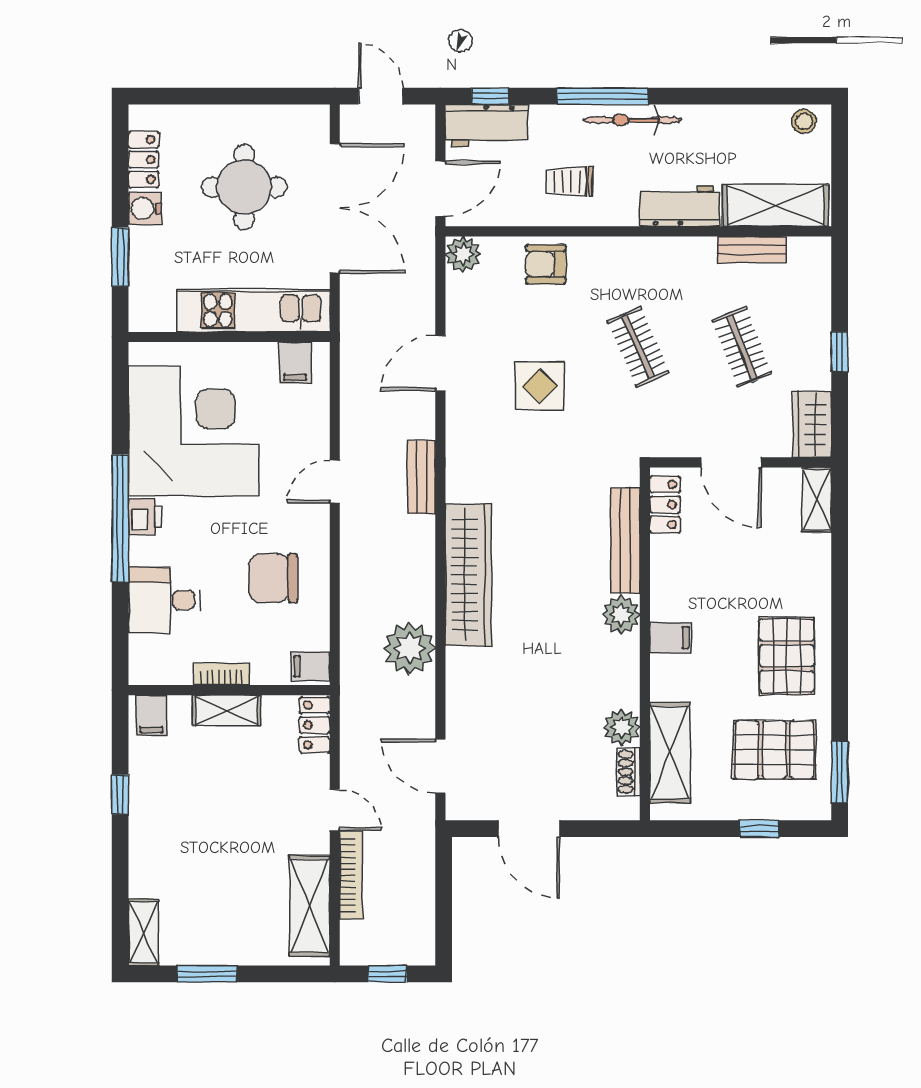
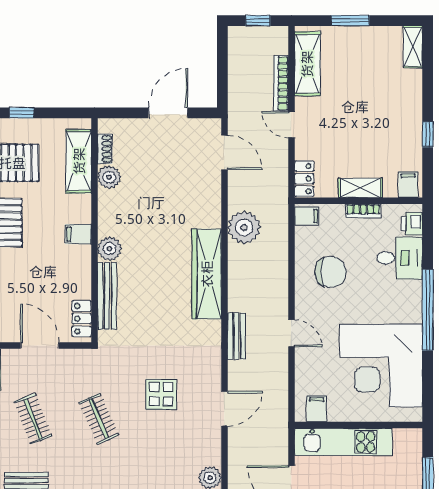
armchair: (546, 264) -> (157, 471), removed
door: (335, 482) -> (291, 333), hinge flipped
printer: (145, 517) -> (412, 224), moved
door: (529, 829) -> (168, 113), hinge flipped
window: (207, 974) -> (350, 21), moved

